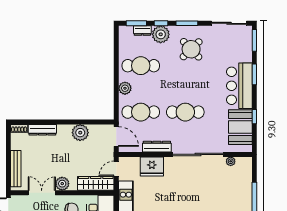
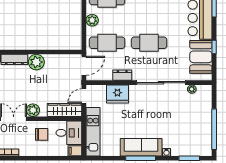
plant: (80, 133) -> (36, 62), moved
door: (116, 137) -> (84, 66), hinge flipped
dresser: (157, 147) -> (122, 75), width x0.70

